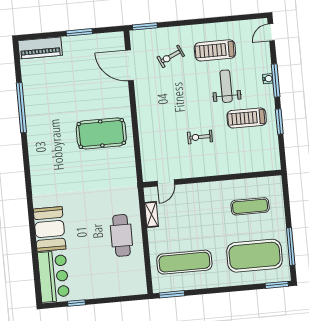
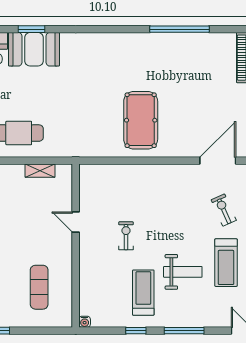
treadmill: (215, 50) -> (226, 263), turned 180
water cooler: (268, 79) -> (85, 322), moved
window: (279, 121) -> (136, 331), width x0.67
door: (166, 183) -> (76, 222), moved
window: (33, 233) -> (31, 29), added

